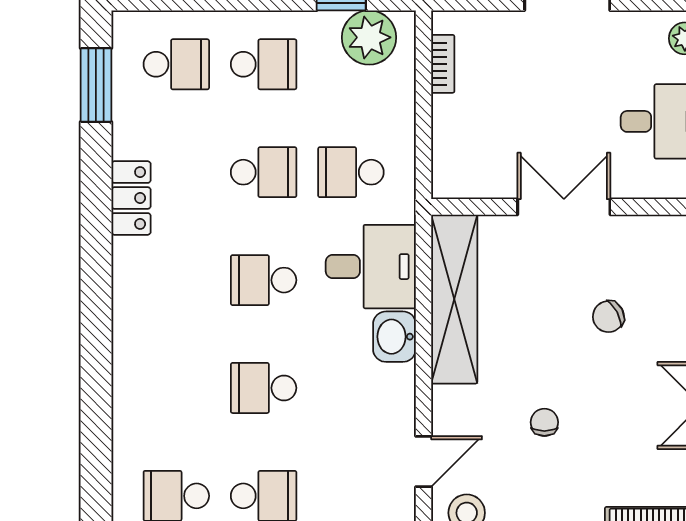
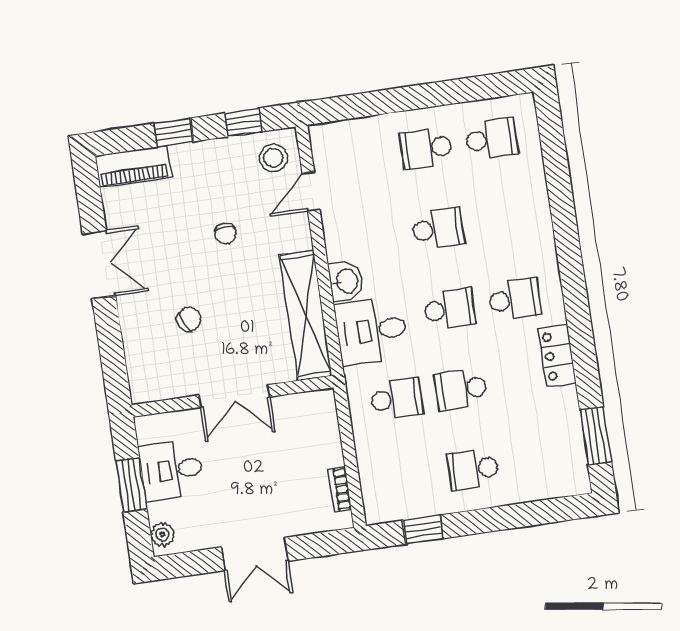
plant: (369, 37) -> (398, 501), removed
school desk: (176, 64) -> (515, 299), moved, turned 180

